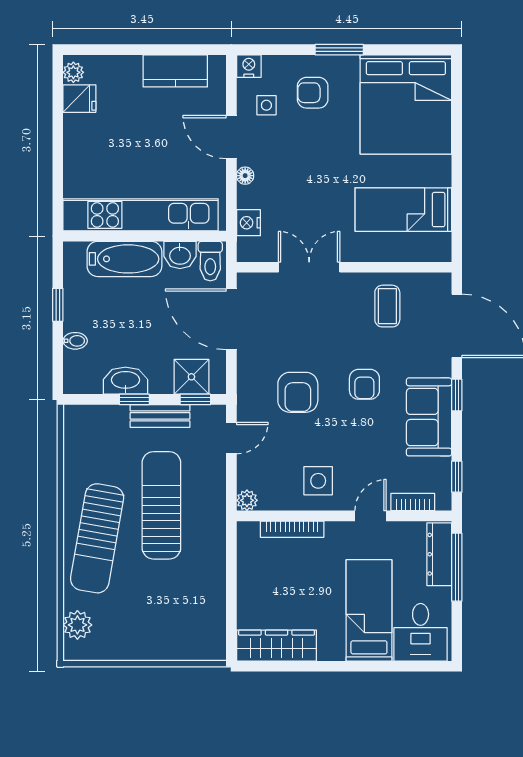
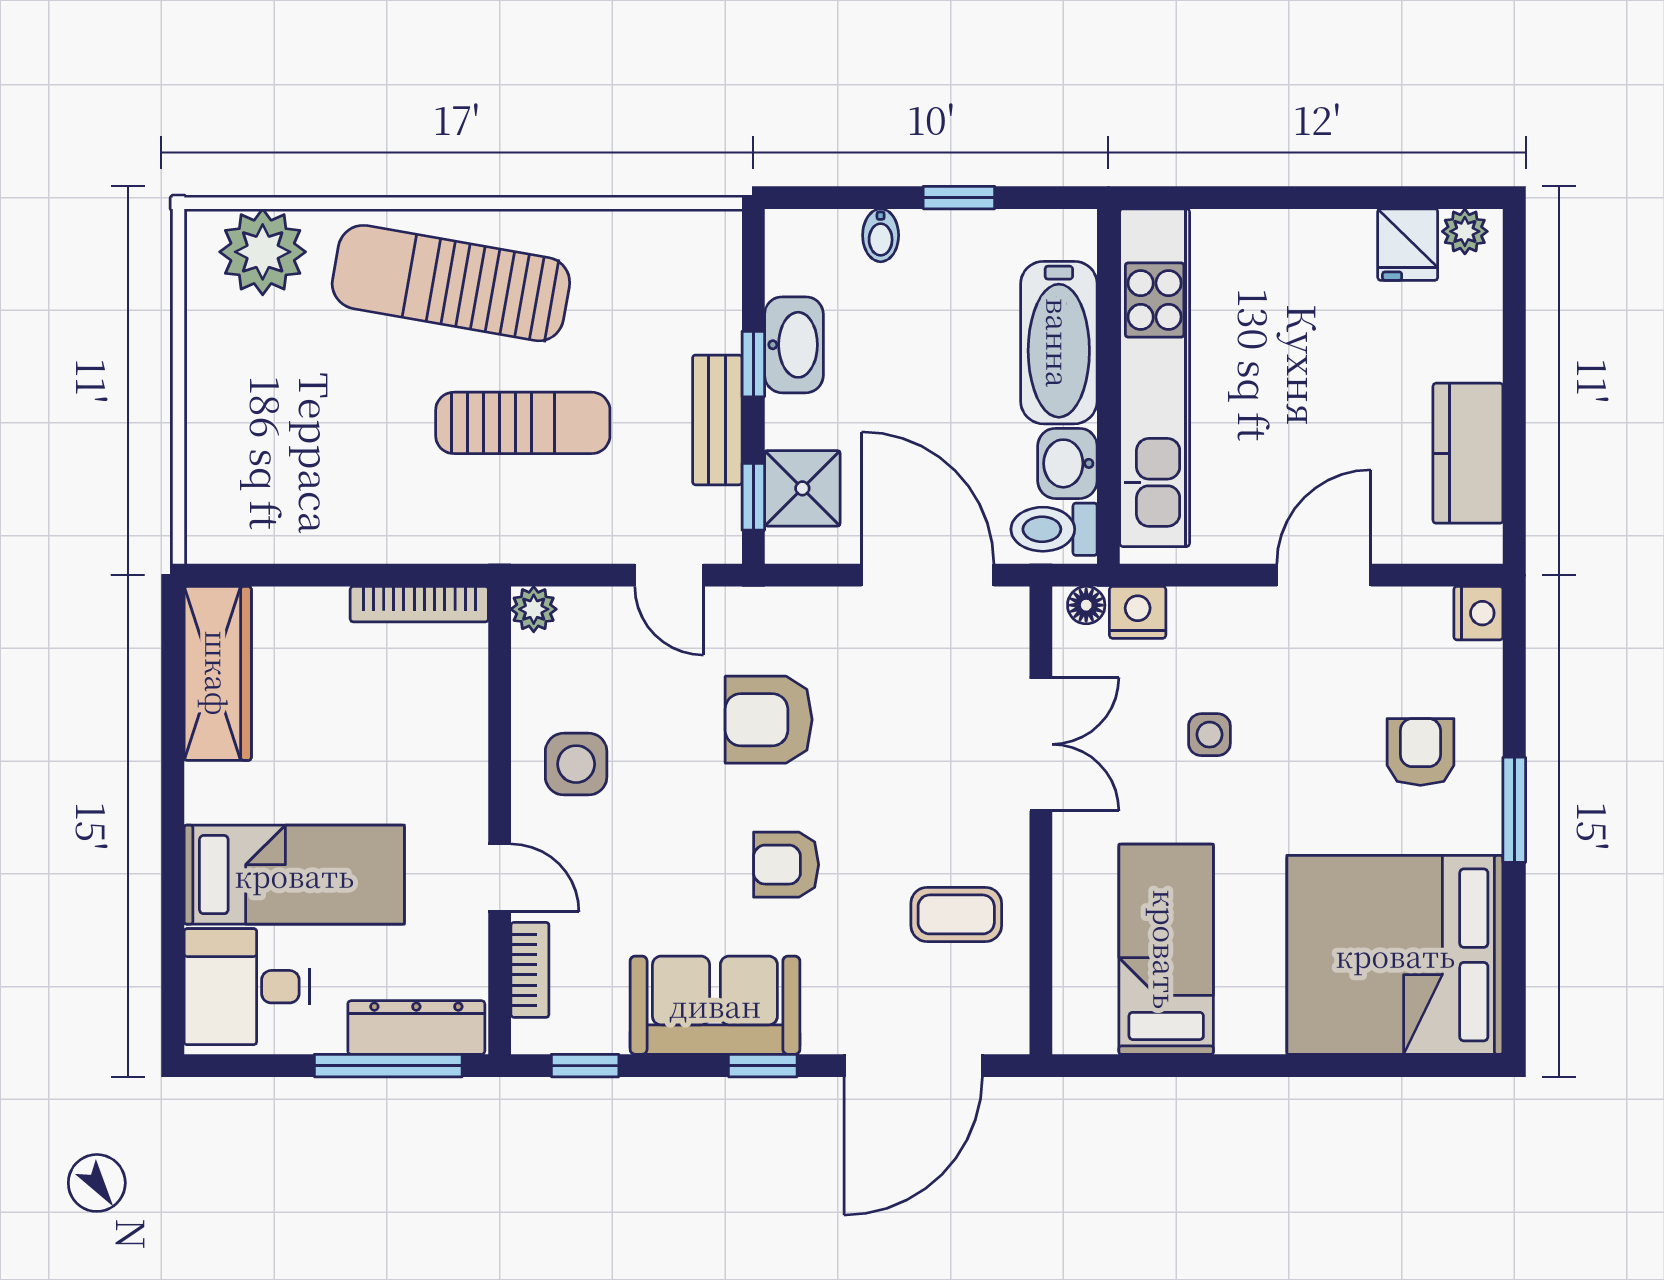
side table: (266, 105) -> (1209, 735), moved
floor lamp: (245, 176) -> (1086, 605), moved
door: (231, 319) -> (928, 575), hinge flipped
sun lounger: (161, 505) -> (523, 423), width x0.73, depth x0.75
bookcase: (292, 529) -> (419, 604), moved, turned -90
plant: (77, 625) -> (263, 252), width x1.36, depth x1.36

